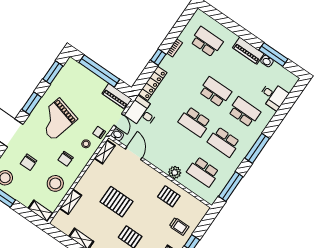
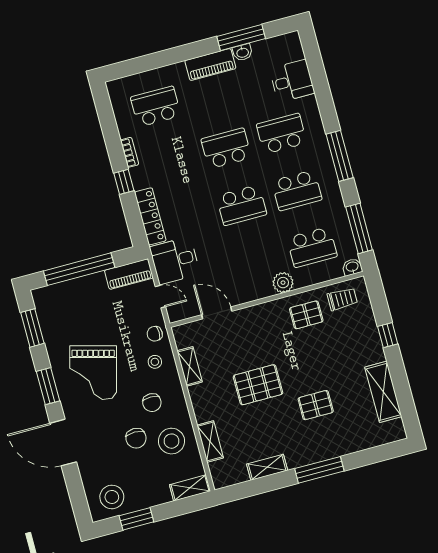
washbasin: (117, 135) -> (352, 267), moved
shelving: (105, 152) -> (190, 366), moved
chair: (28, 162) -> (136, 438), moved
trolley: (179, 226) -> (342, 299), moved

